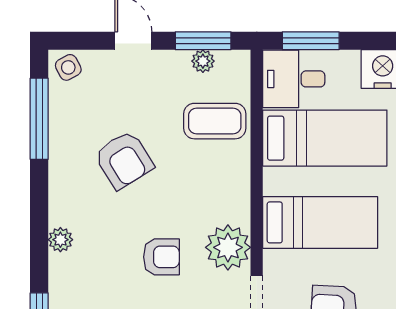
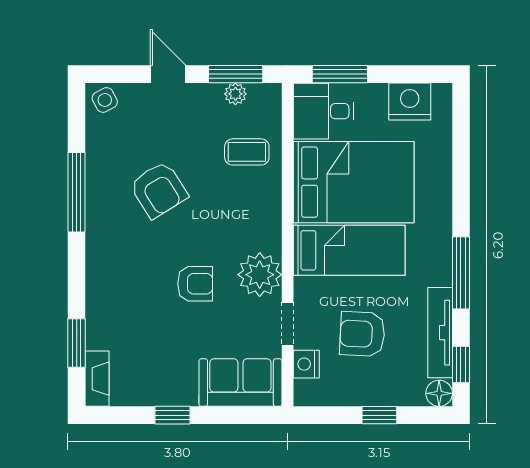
window: (39, 119) -> (77, 192), moved
coffee table: (215, 121) -> (247, 152), width x0.73, depth x0.77
bed: (325, 138) -> (354, 182), width x1.50
plant: (60, 240) -> (97, 267), removed

